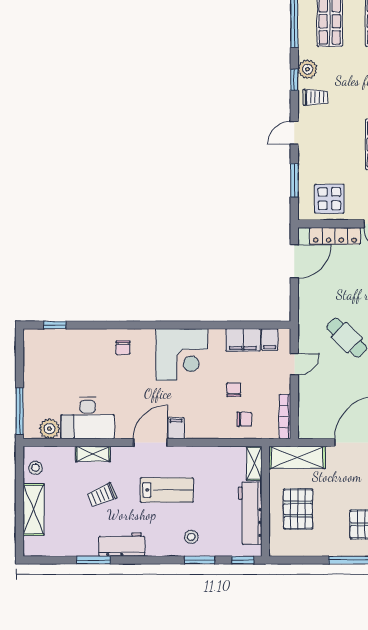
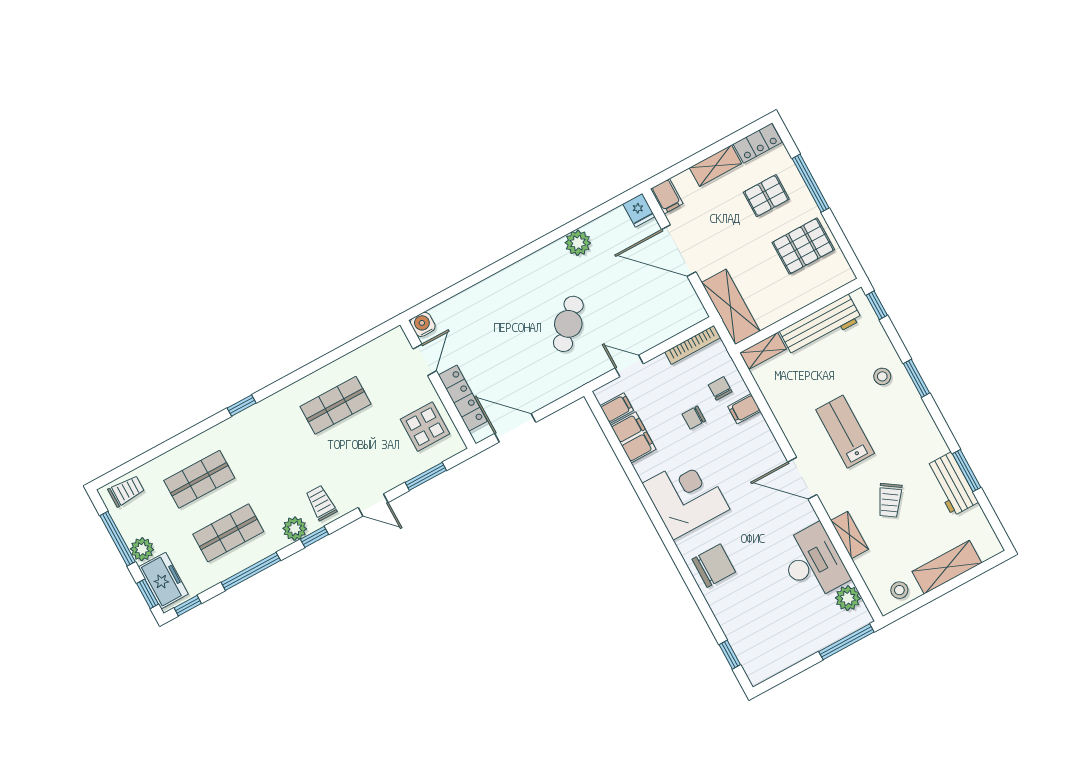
chair: (123, 348) -> (714, 566), width x1.87, depth x1.87
filing cabinet: (176, 428) -> (744, 409), moved
trolley: (102, 495) -> (890, 500), turned 57
pallet: (298, 509) -> (803, 246), moved
workbench: (122, 545) -> (952, 484), moved
window: (200, 560) -> (917, 378), moved

